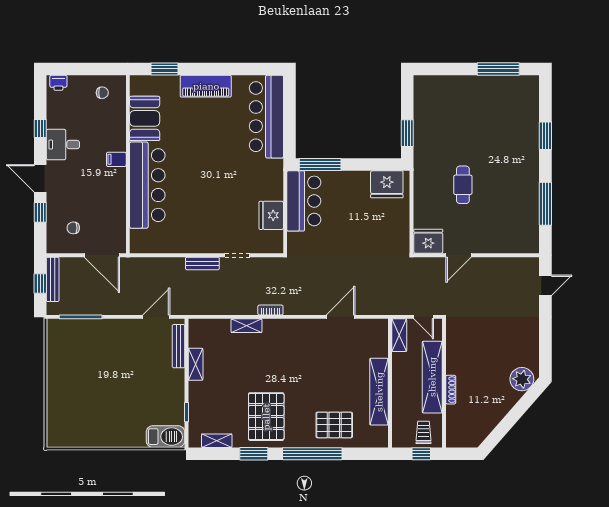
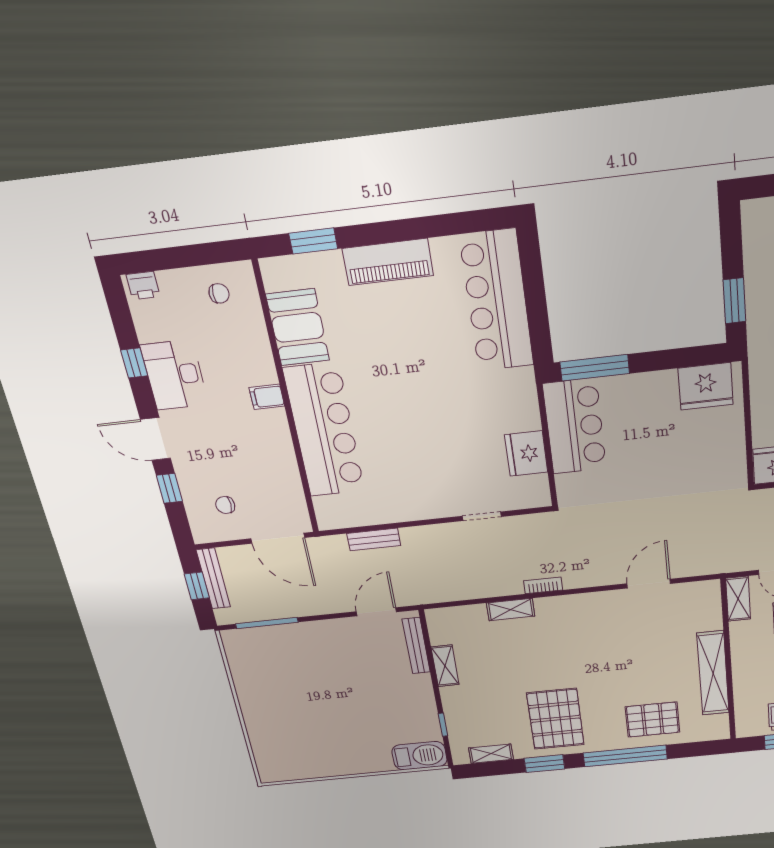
desk: (63, 145) -> (175, 375), width x1.37
bench: (202, 263) -> (374, 539), moved

